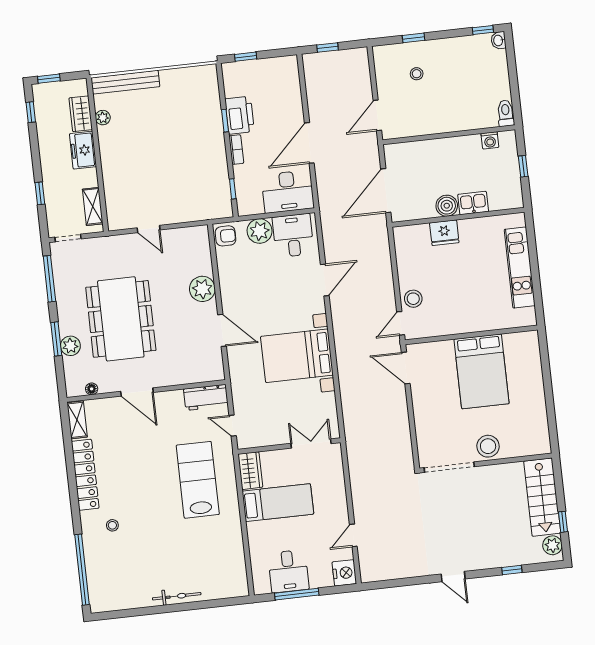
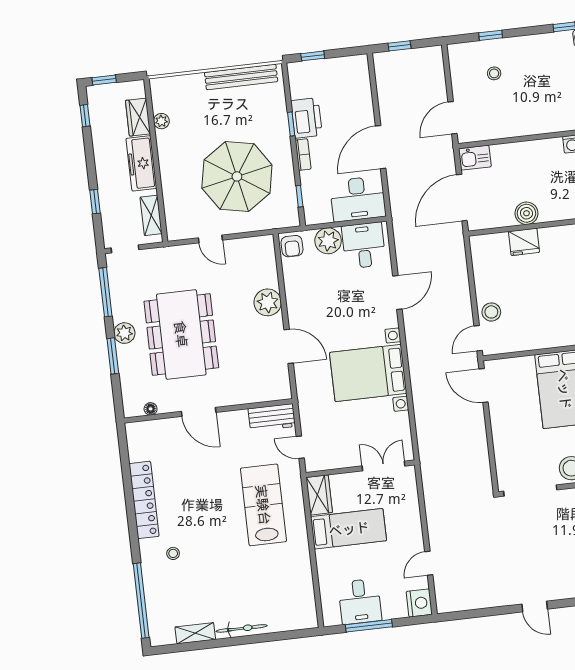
bench: (125, 82) -> (241, 77), moved
freezer: (83, 150) -> (141, 163), width x1.40
parasol: (174, 170) -> (237, 176), added
kitchen sink: (473, 203) -> (475, 158), moved, turned 180
armchair: (225, 236) -> (292, 246), turned 90
plant: (70, 346) -> (124, 333), moved
shelving: (77, 420) -> (195, 633), moved, turned 90

